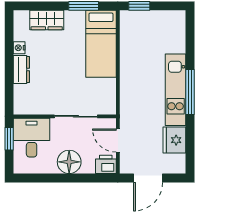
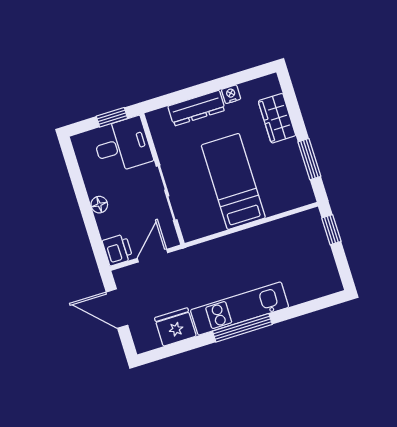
bed: (101, 44) -> (233, 181), moved, turned 90
dresser: (21, 69) -> (197, 108), width x1.44
floor lamp: (69, 162) -> (99, 205), width x0.53, depth x0.53

